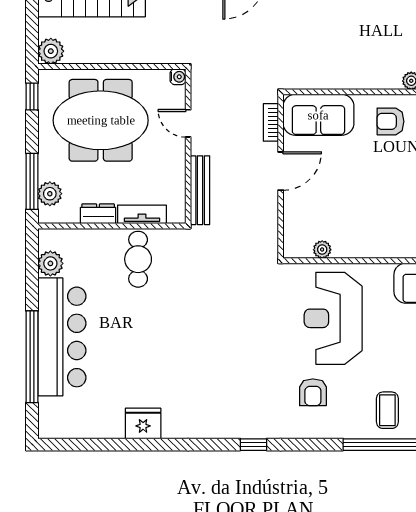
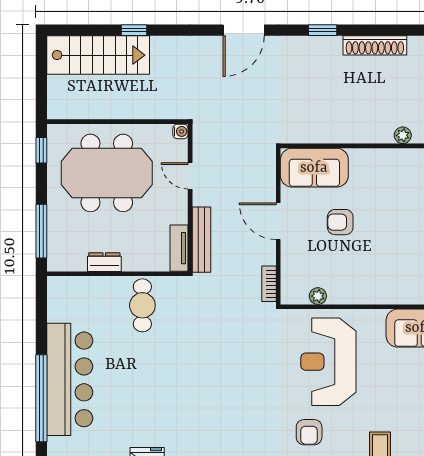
plant: (51, 51) -> (59, 107), removed
armchair: (390, 121) -> (340, 222), moved
bookcase: (271, 122) -> (269, 284), moved
door: (281, 171) -> (278, 221), swing flipped
plant: (50, 194) -> (58, 243), removed
tv unit: (142, 214) -> (179, 248), moved, turned -90
plant: (50, 263) -> (59, 309), removed

